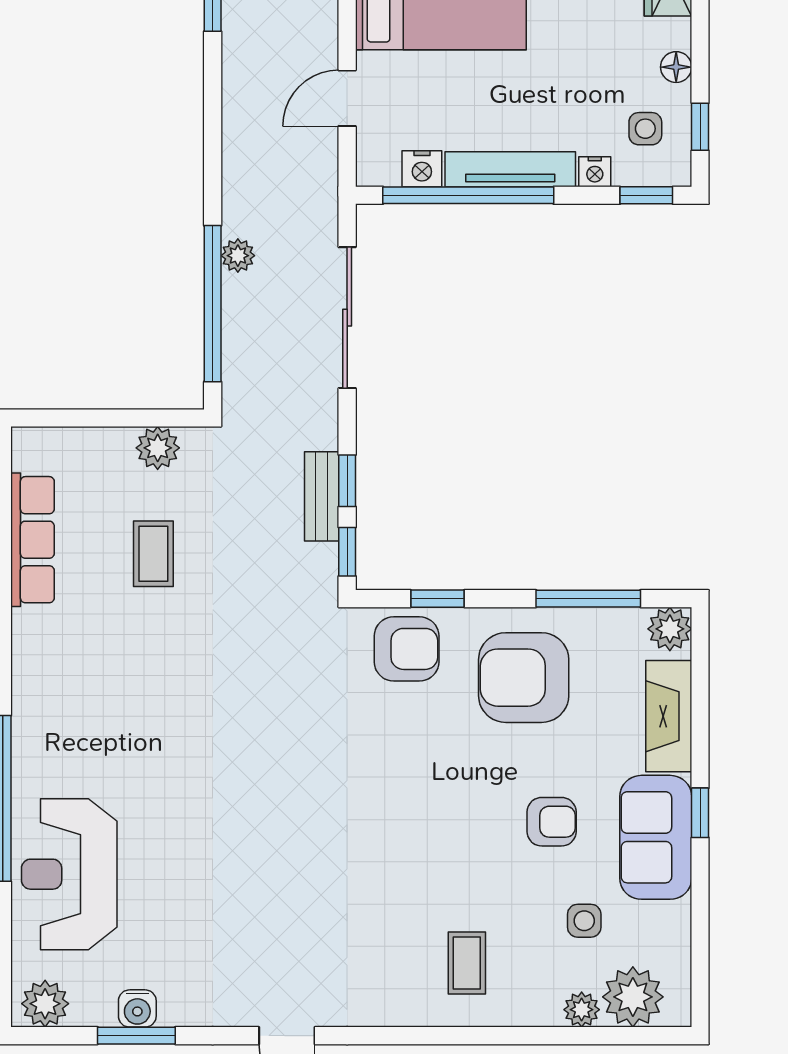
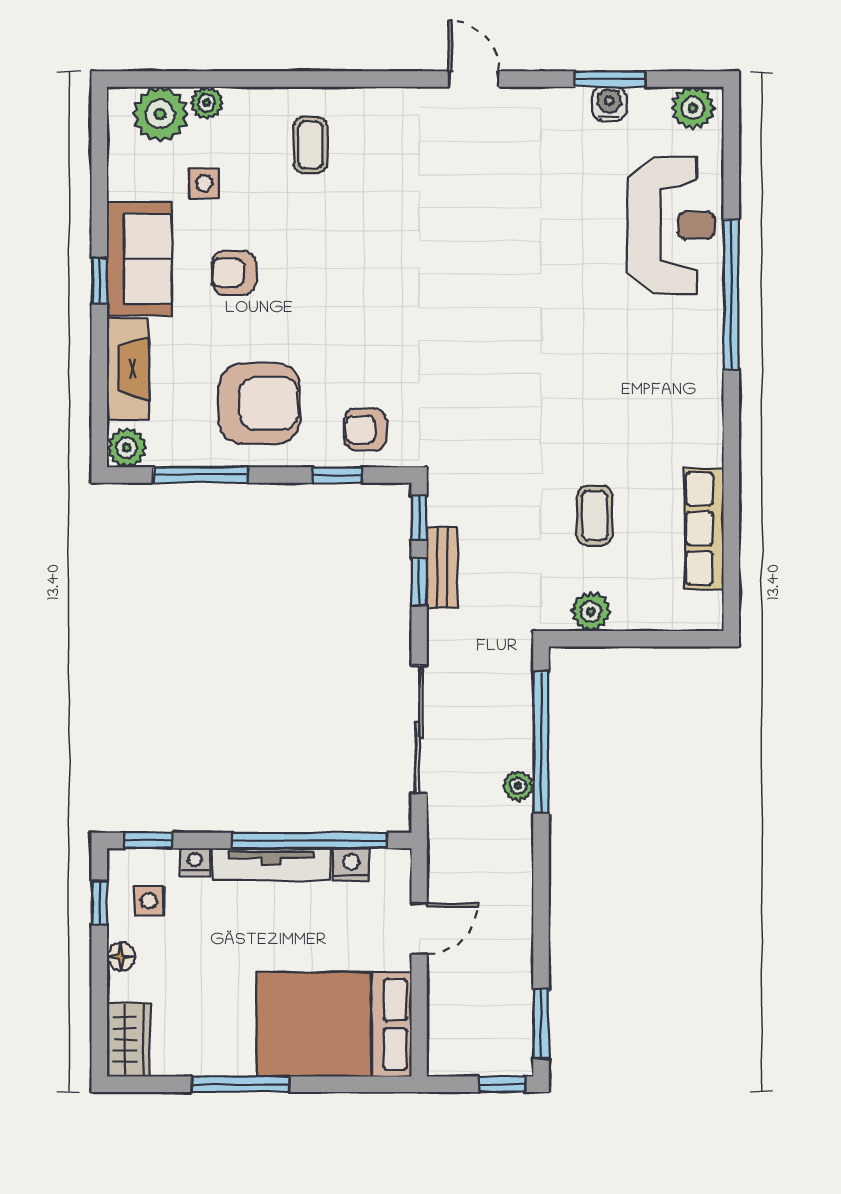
armchair: (407, 649) -> (365, 429), width x0.72, depth x0.72

